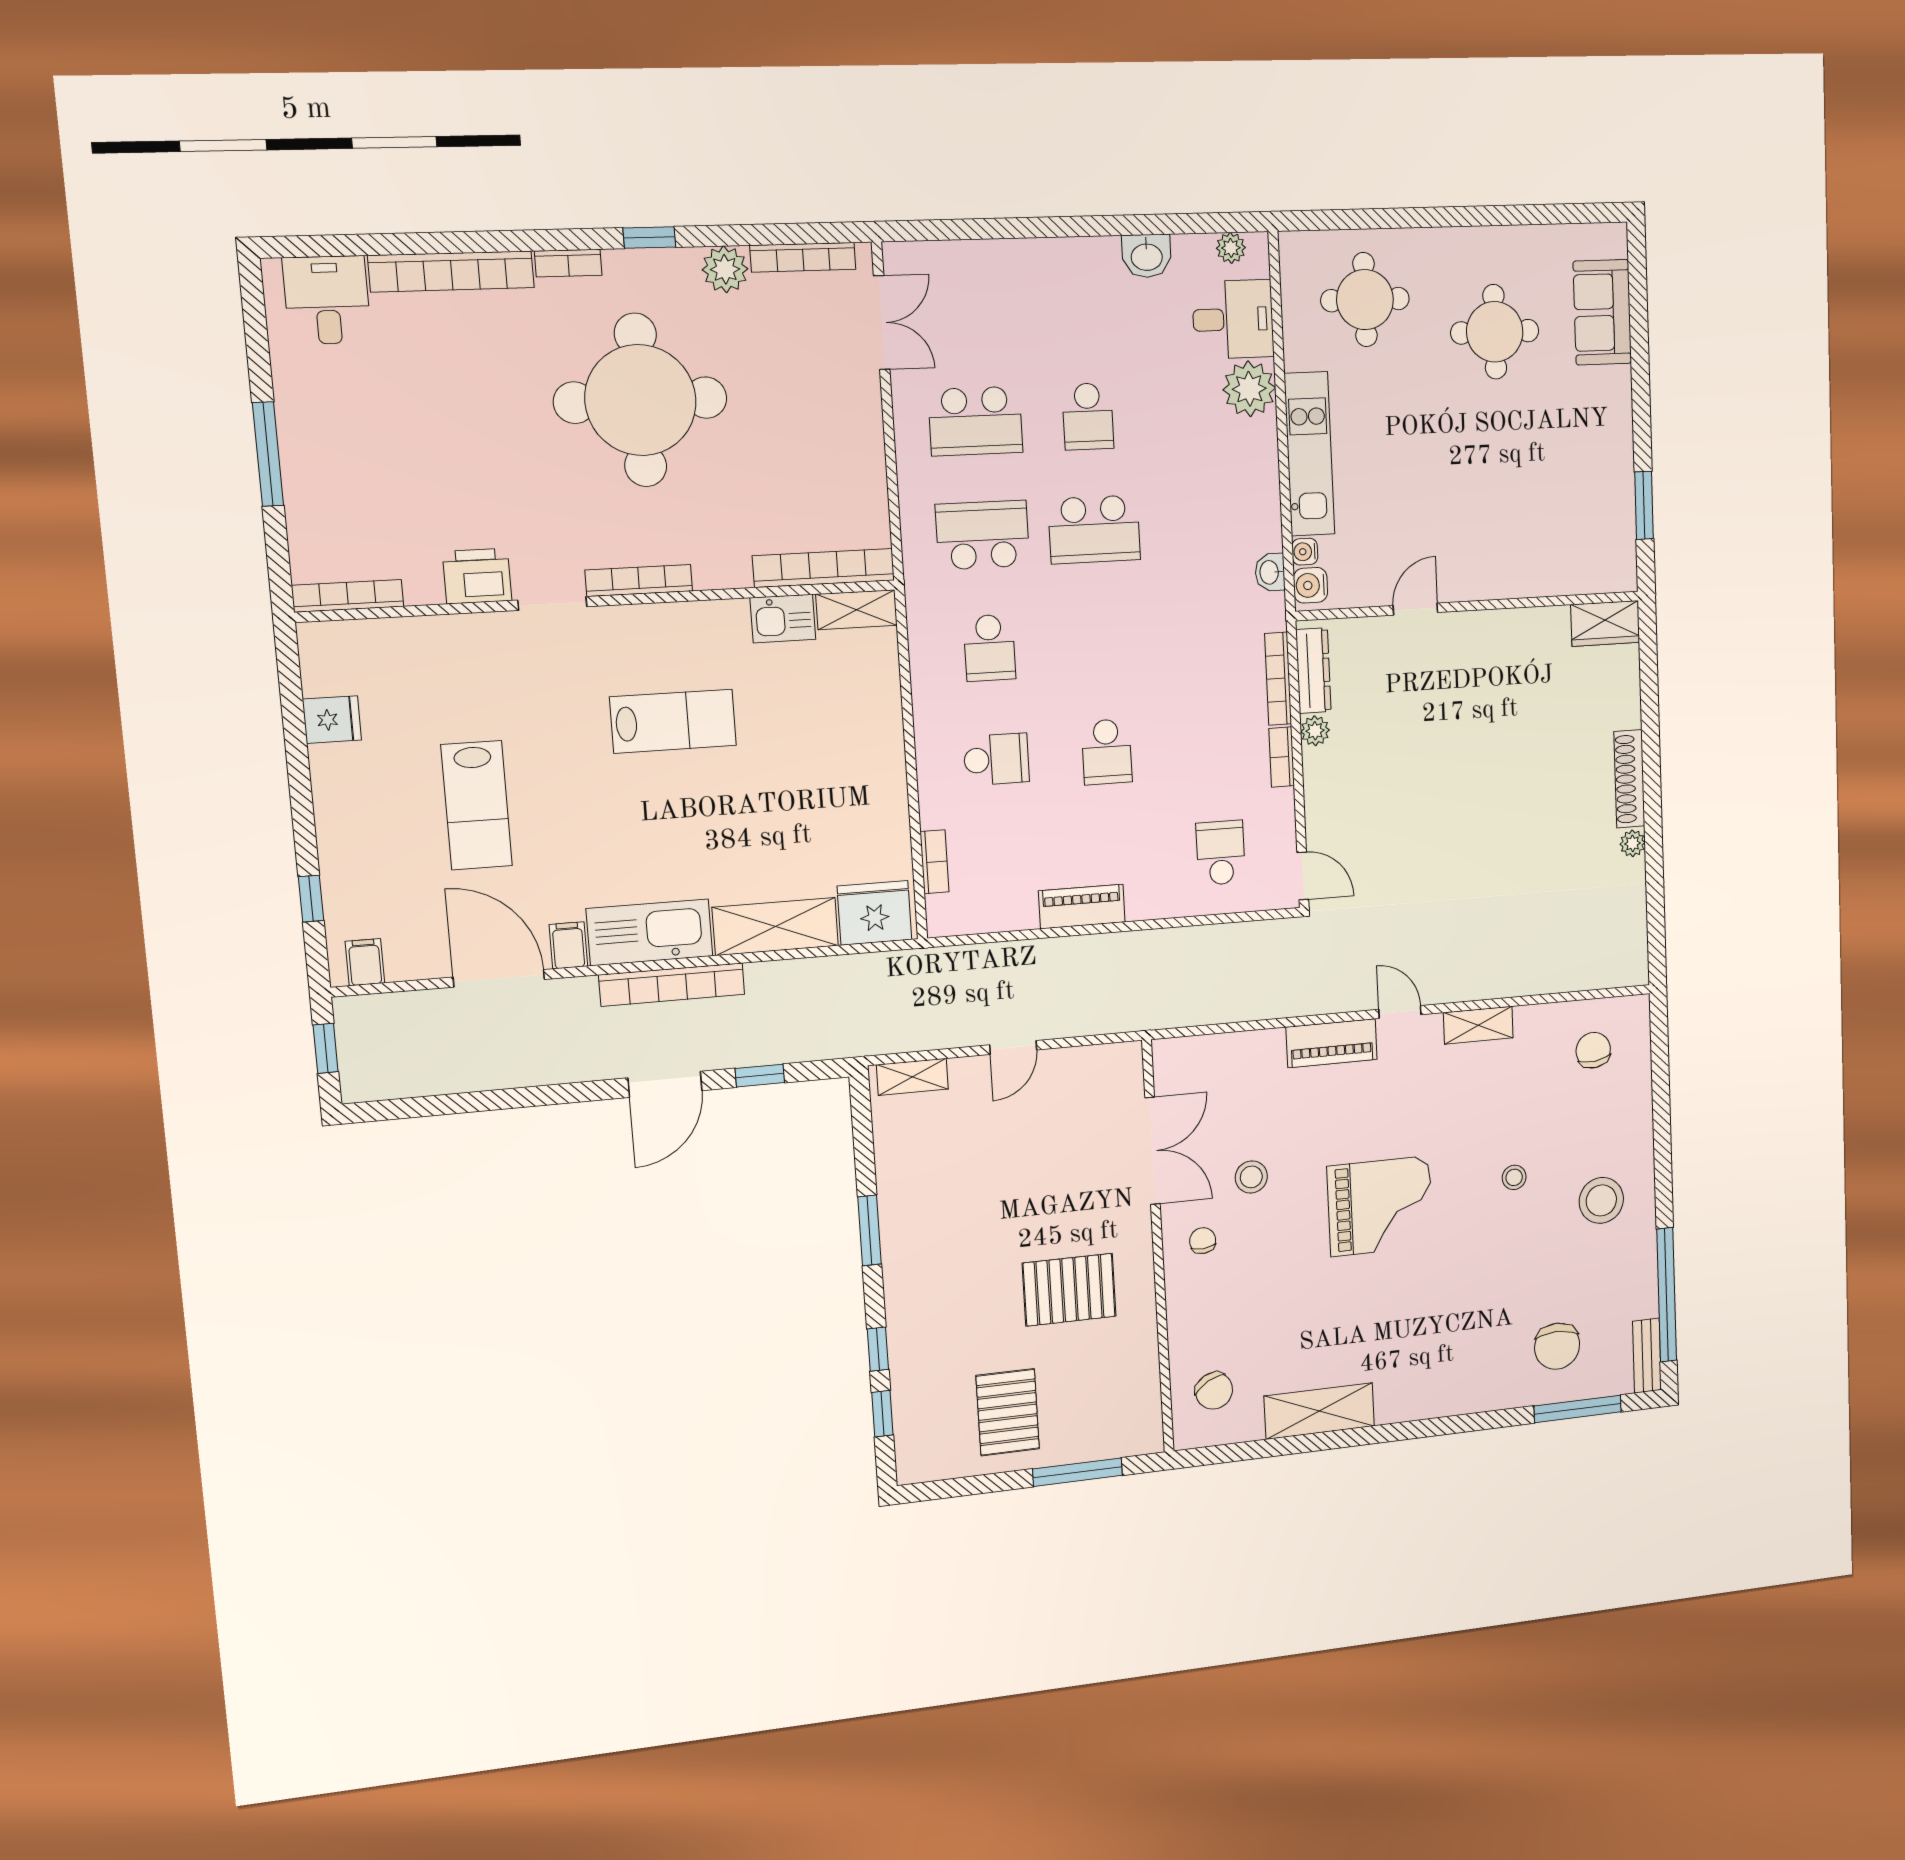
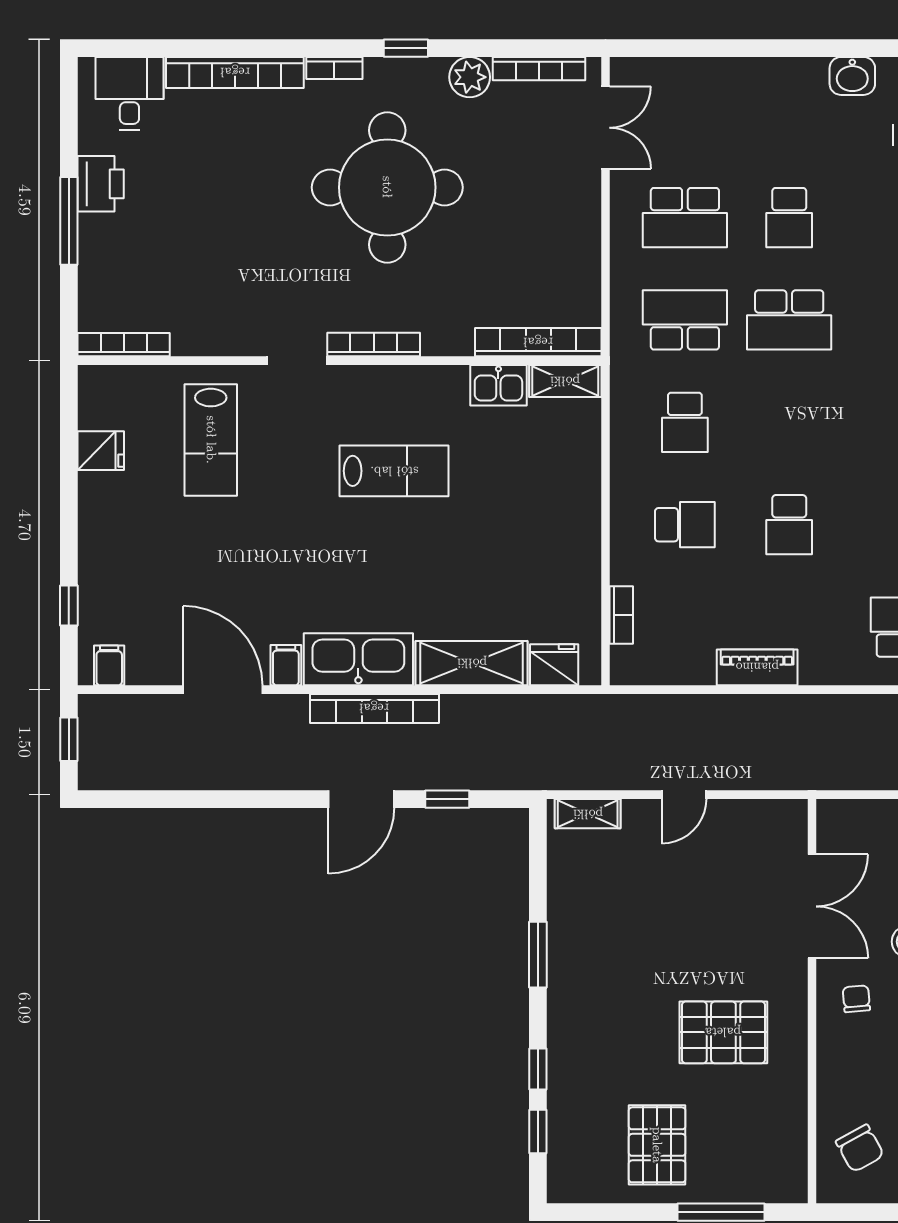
printer: (477, 576) -> (101, 184), moved, turned 90
lab bench: (477, 805) -> (211, 440), moved
fridge: (874, 913) -> (554, 665), width x0.73, depth x0.75

